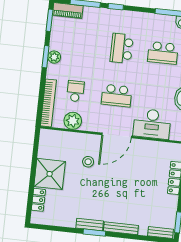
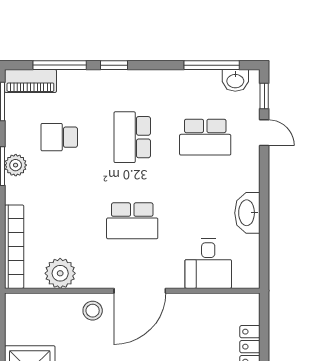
school desk: (75, 91) -> (59, 137), moved, turned -90
desk: (152, 124) -> (208, 264), width x0.73
stool: (88, 162) -> (93, 311), moved

